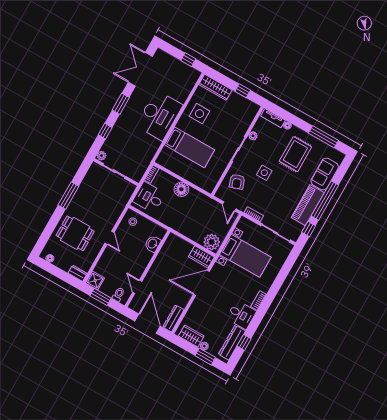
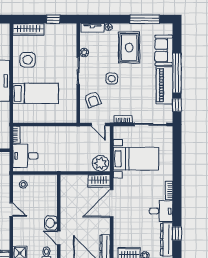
floor lamp: (181, 189) -> (49, 133), removed
washbasin: (153, 244) -> (51, 223), moved

